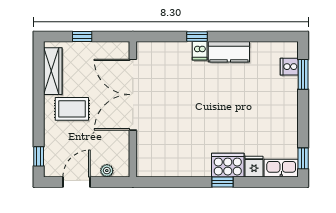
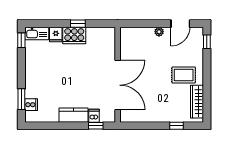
double door: (133, 95) -> (118, 85), moved
wall: (133, 109) -> (118, 75), moved

